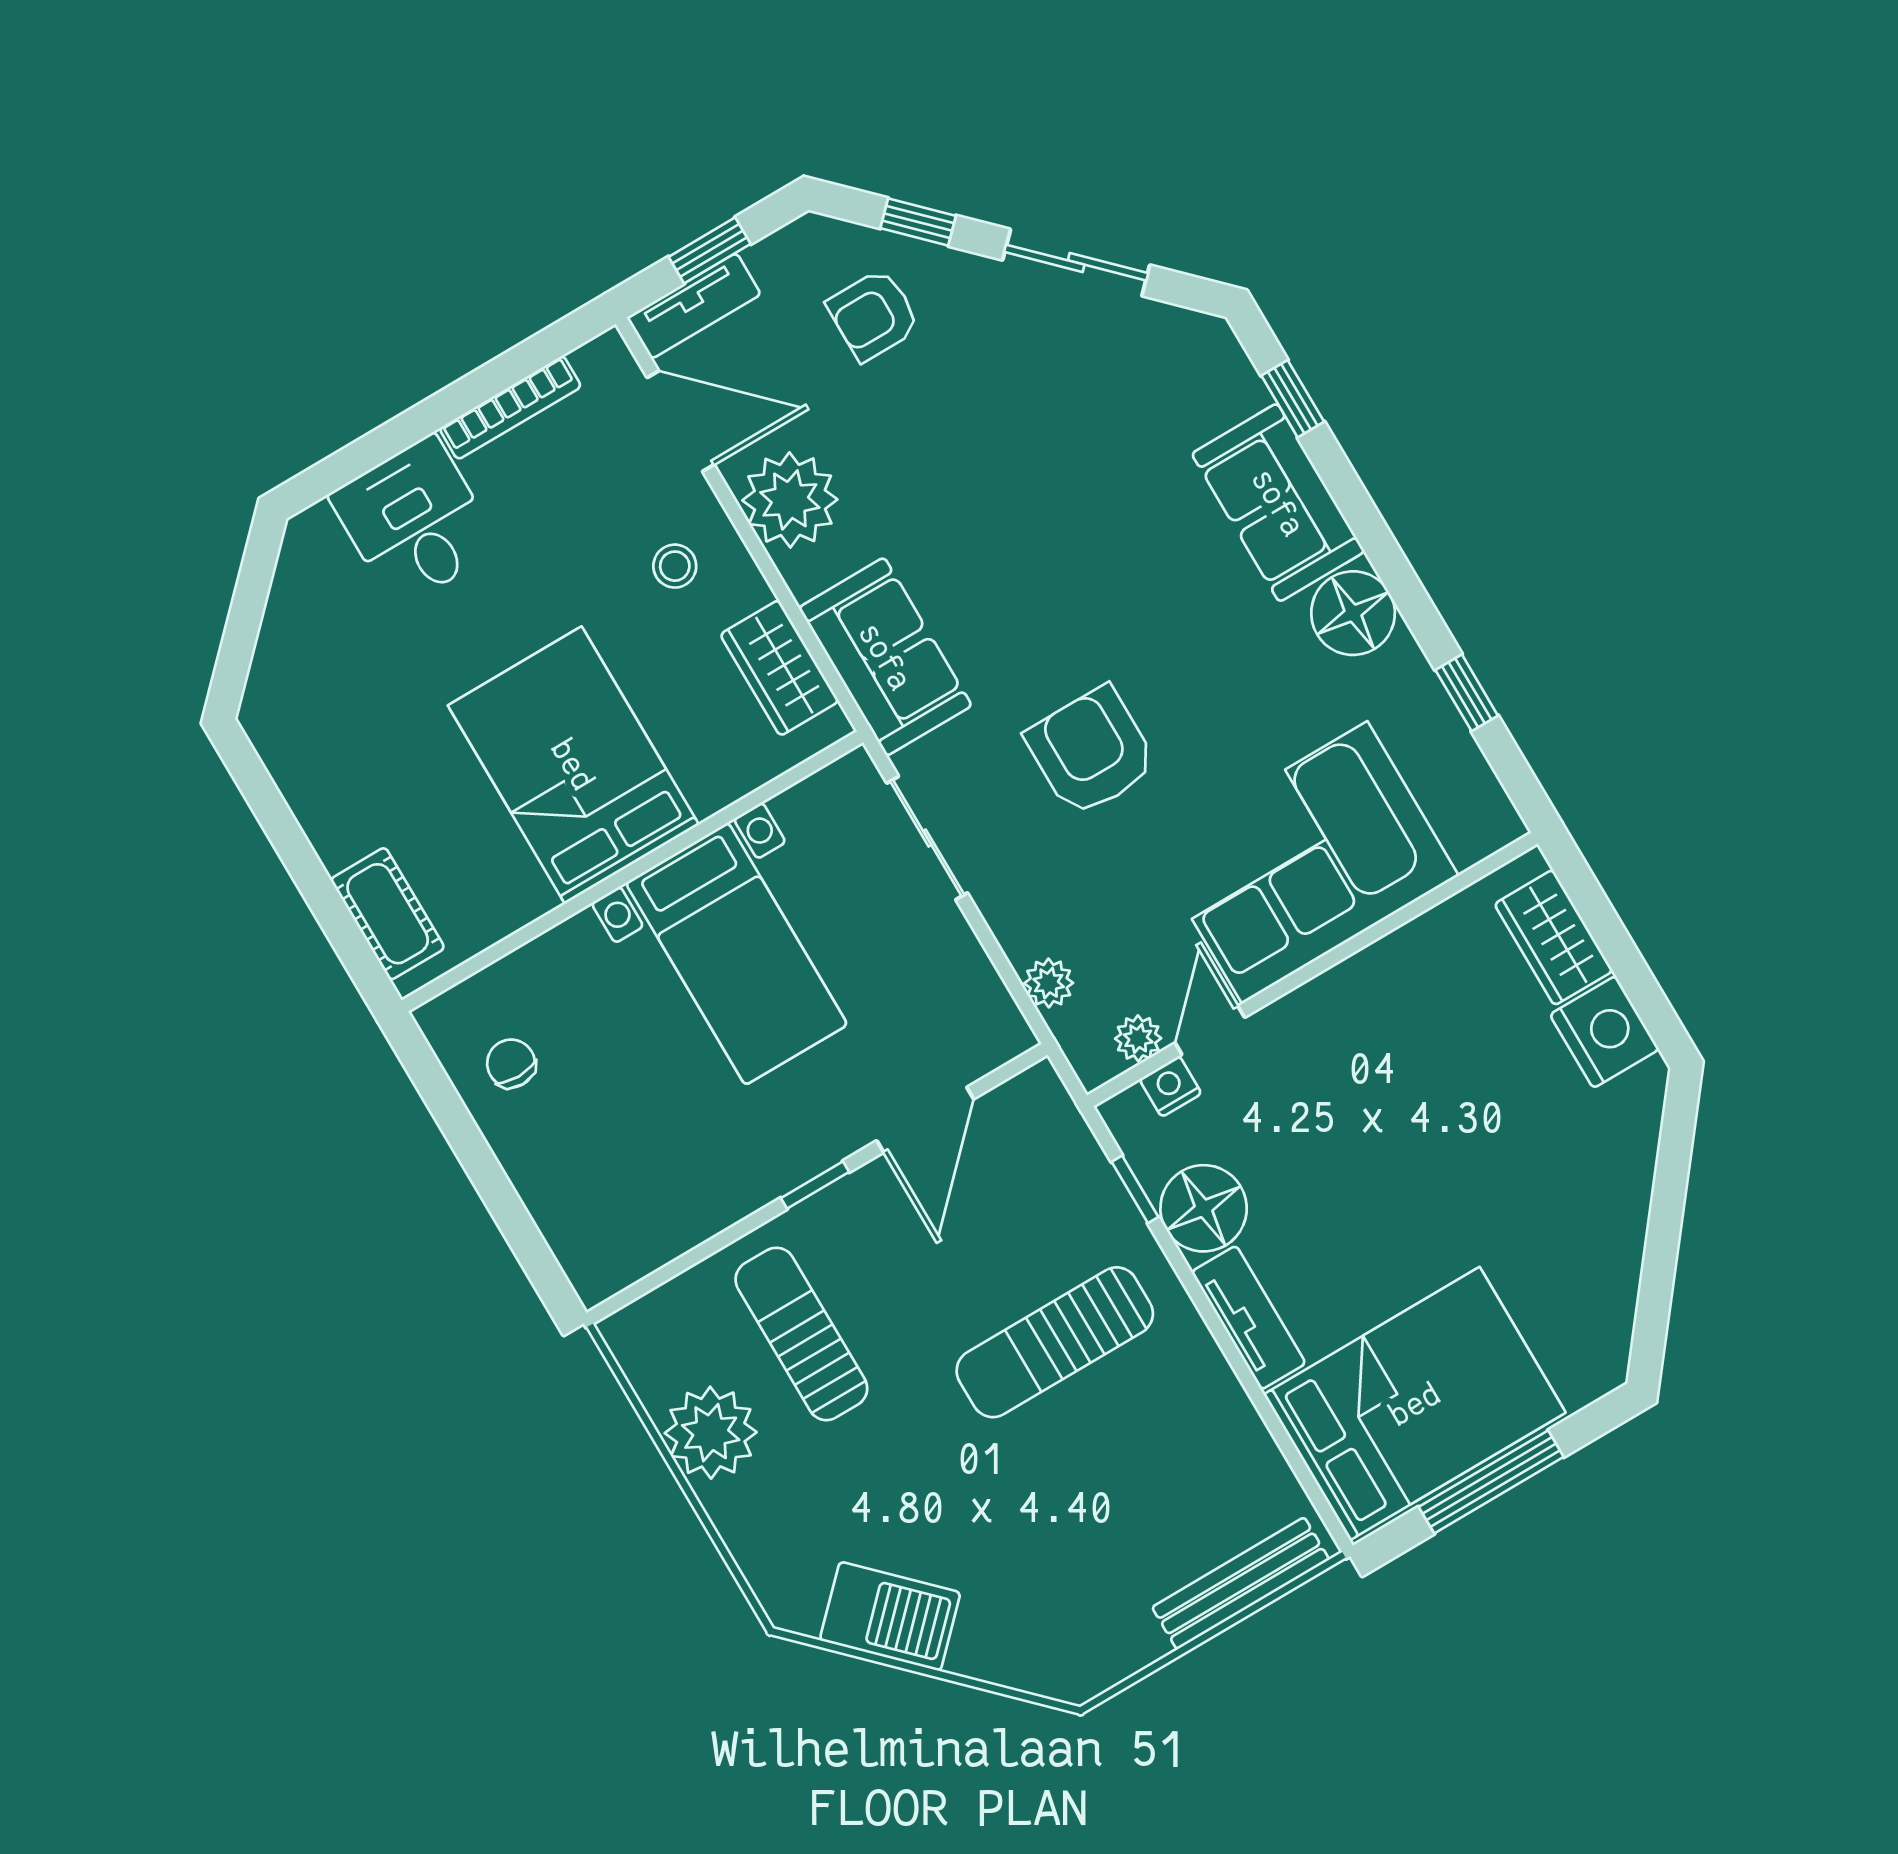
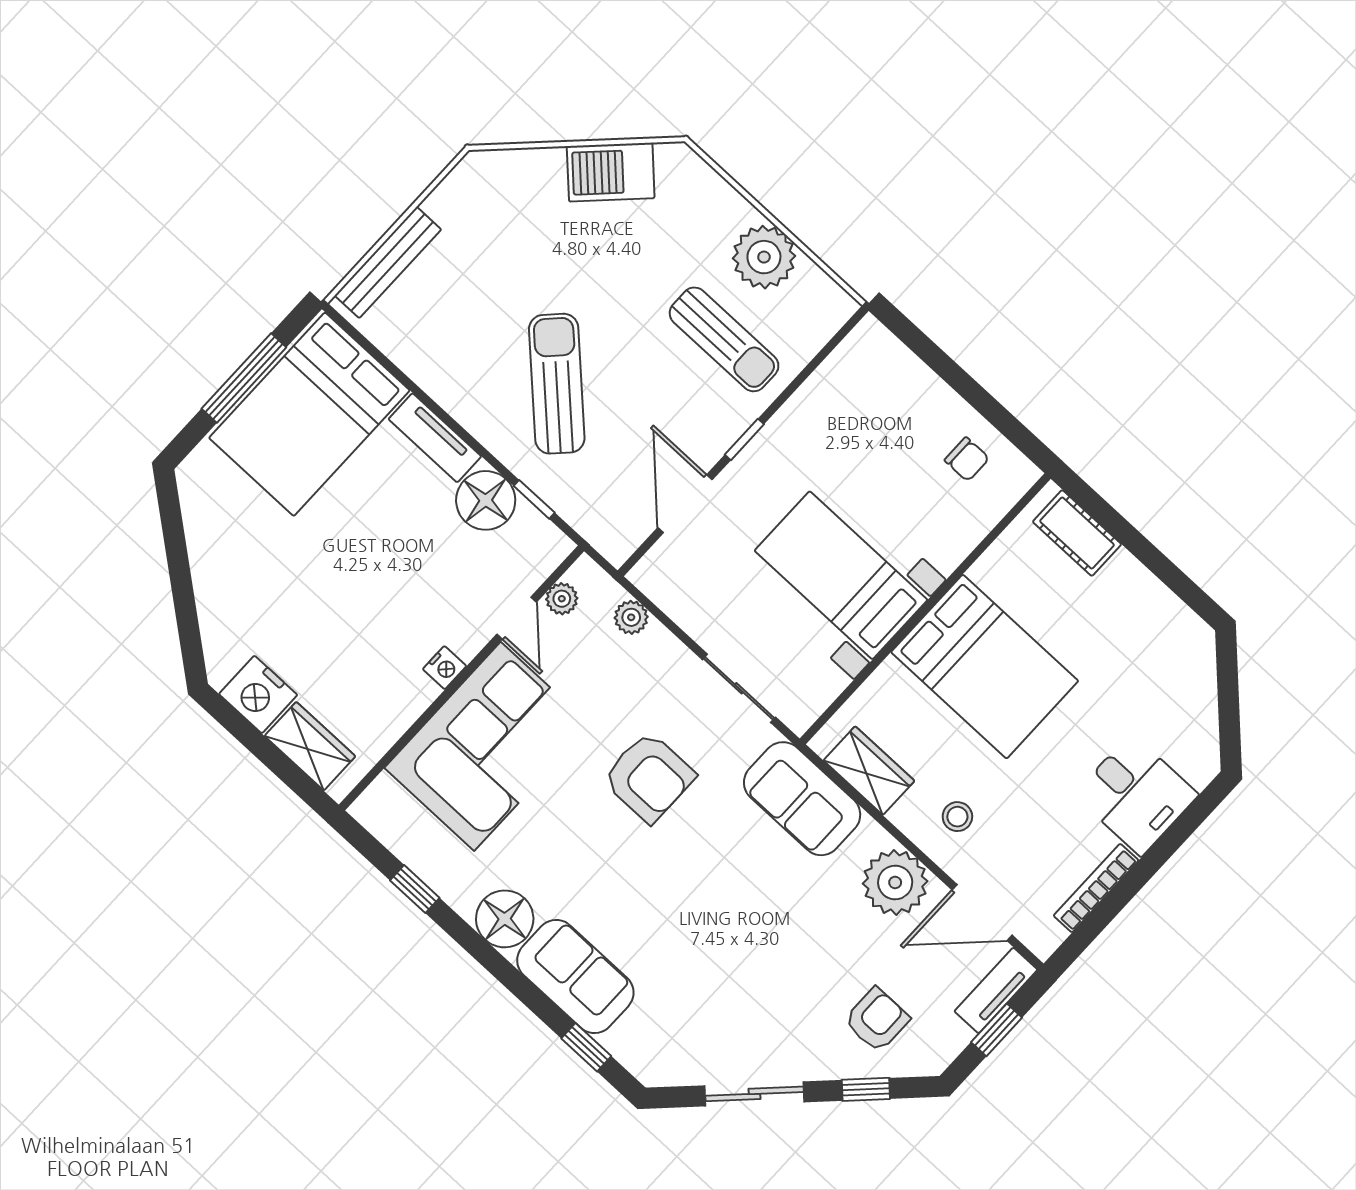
nightstand: (1170, 1086) -> (445, 668), moved
sun lounger: (1055, 1342) -> (557, 384), turned -46

